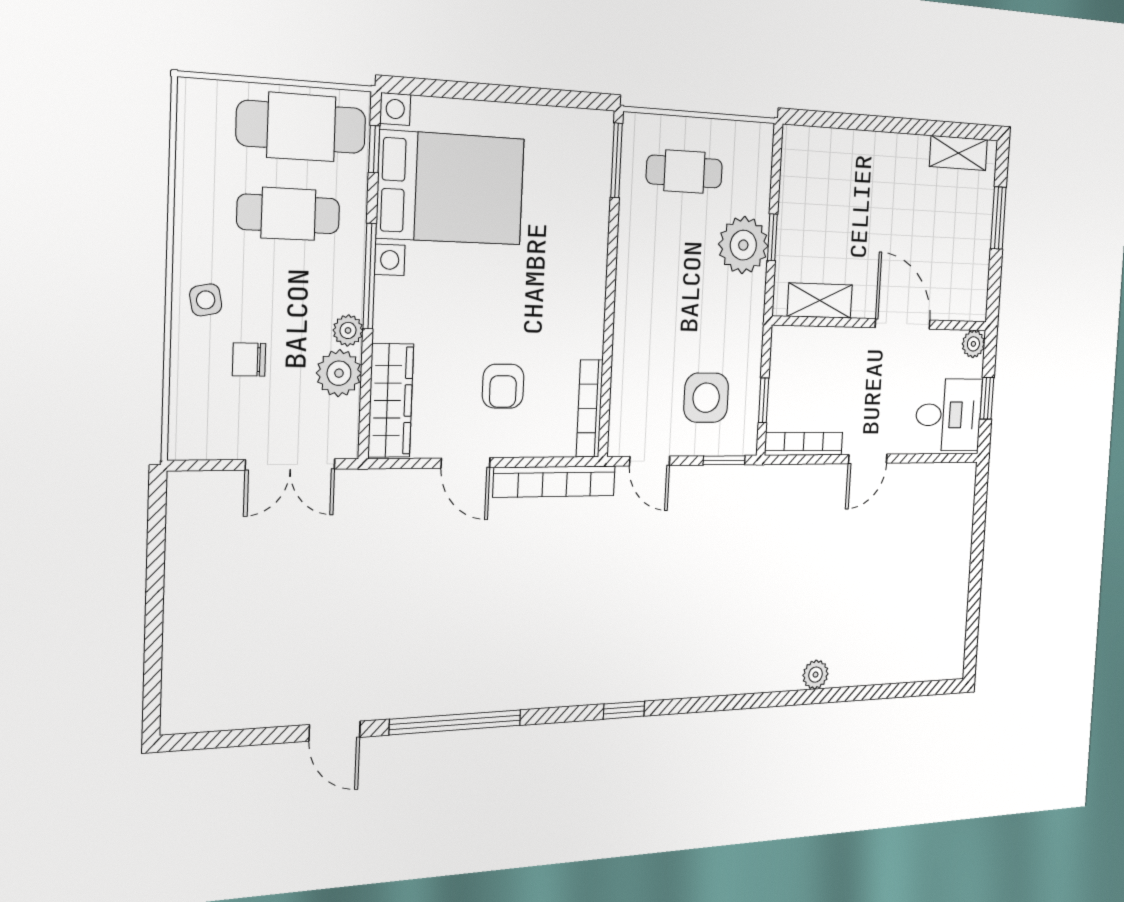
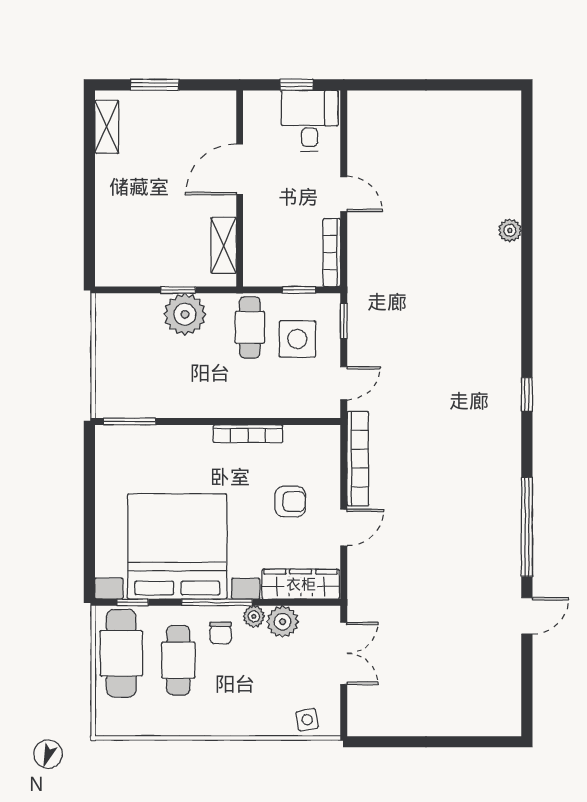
cafe table: (684, 172) -> (250, 327), moved
bed with nightstands: (451, 188) -> (177, 546), width x1.36
side table: (206, 300) -> (307, 720), moved
plant: (973, 344) -> (254, 101), removed
chair: (249, 360) -> (221, 633), moved
bookcase: (590, 409) -> (248, 434), moved

